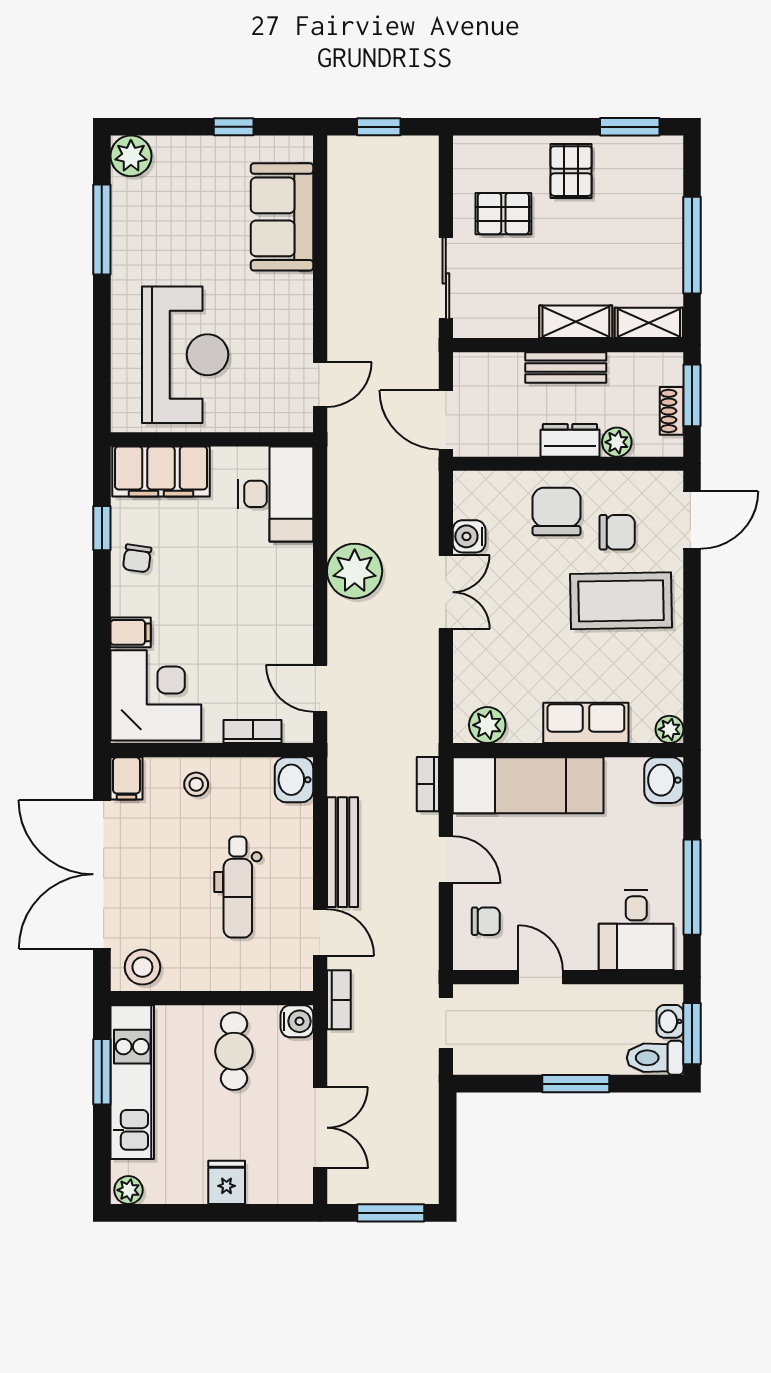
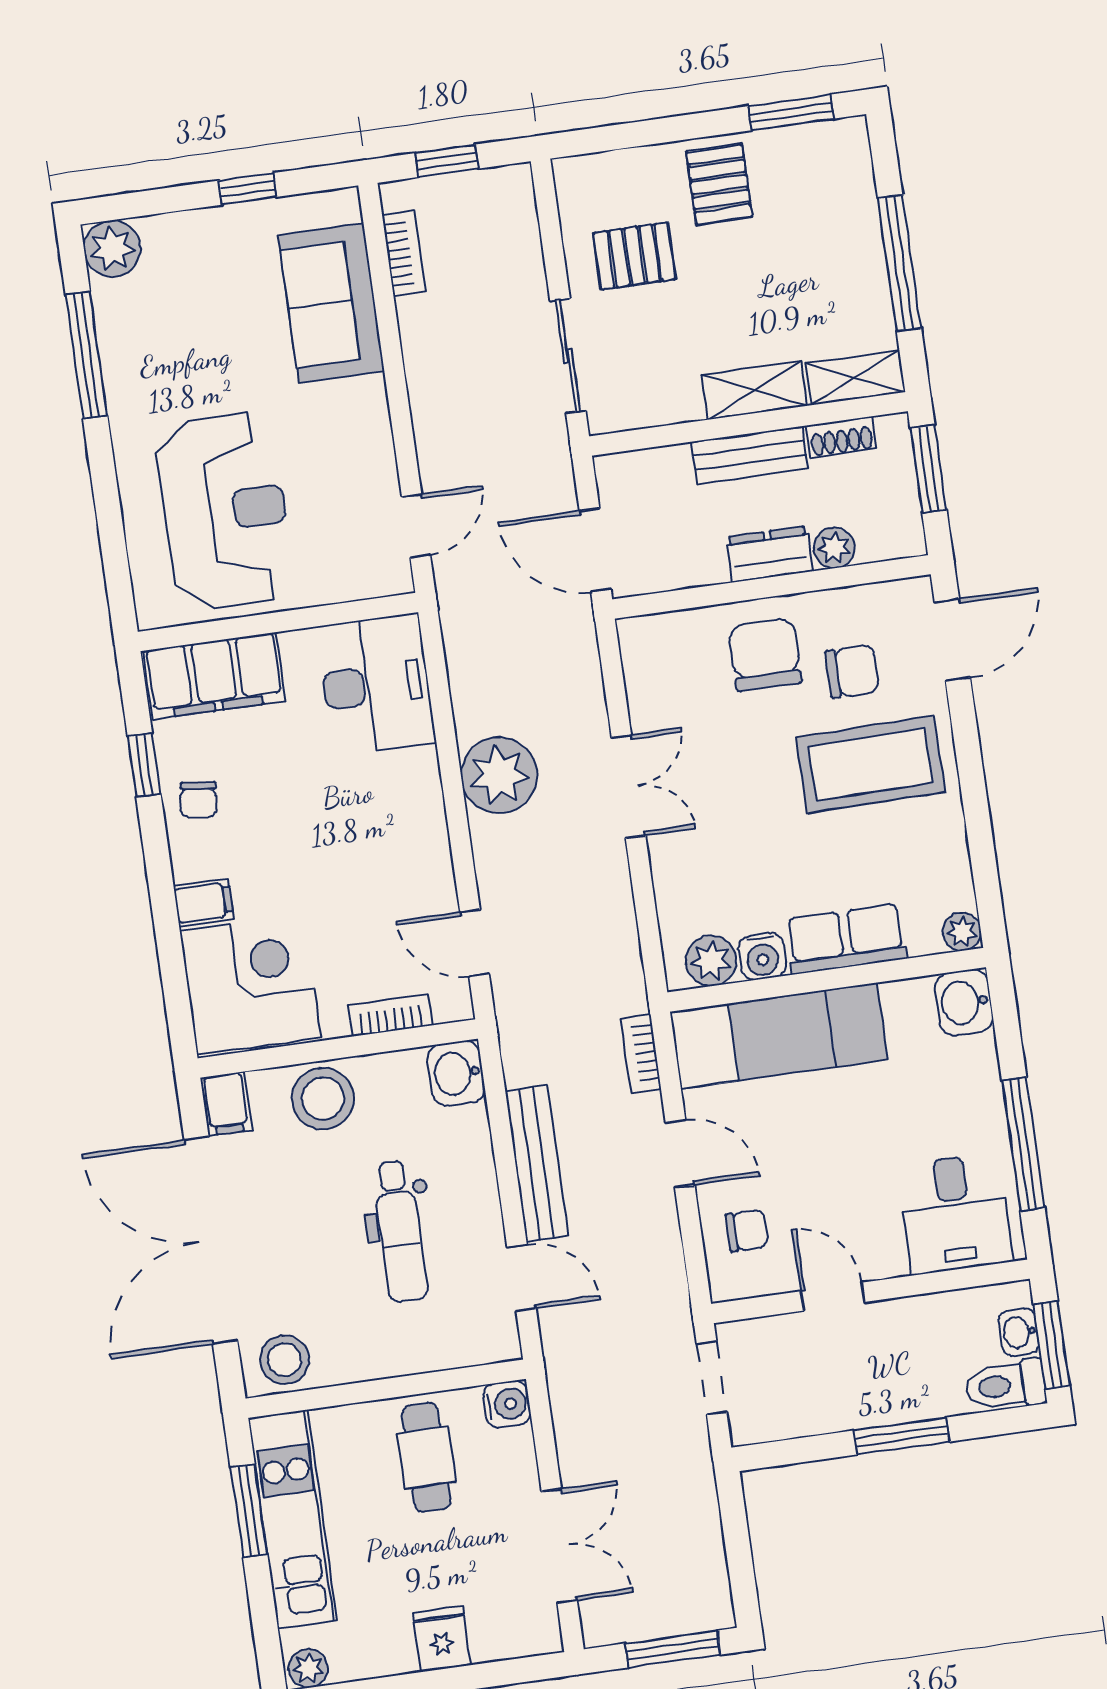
shoe rack: (672, 411) -> (841, 437), moved, turned -90
water cooler: (469, 536) -> (762, 956), moved, turned -90
stool: (196, 784) -> (323, 1098), width x1.89, depth x1.89
bookcase: (339, 1000) -> (404, 253), moved

